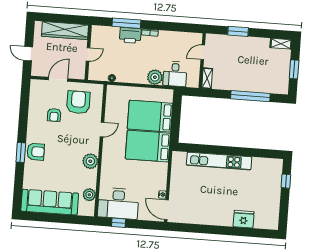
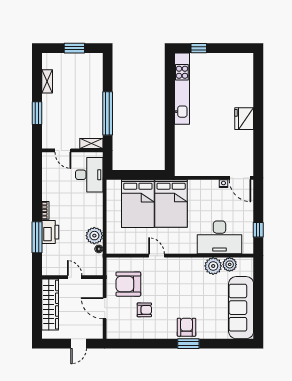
shelving: (281, 44) -> (47, 81), moved
desk: (175, 74) -> (89, 175), width x1.37
plant: (155, 77) -> (94, 236), moved
window: (250, 96) -> (108, 113), moved
plant: (90, 161) -> (213, 266), moved
kitchen unit: (219, 161) -> (182, 89), moved
desk: (118, 203) -> (219, 237), moved, turned 90
door: (166, 210) -> (240, 178), hinge flipped
fridge: (244, 219) -> (244, 119), moved

